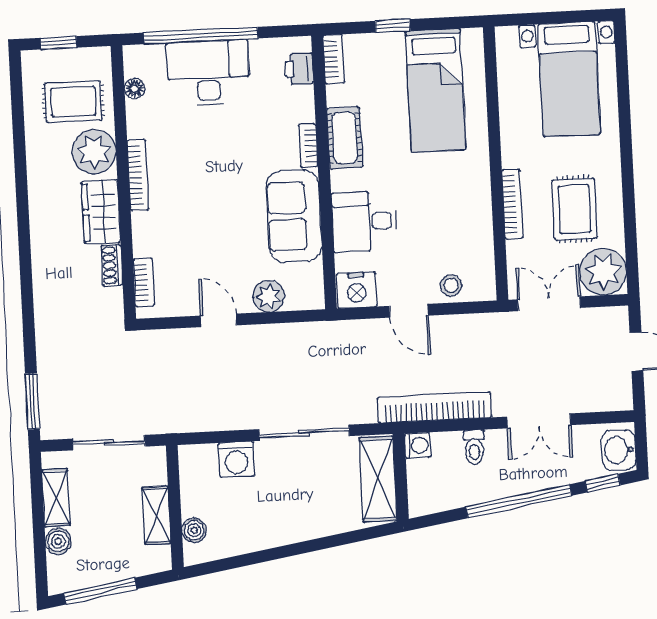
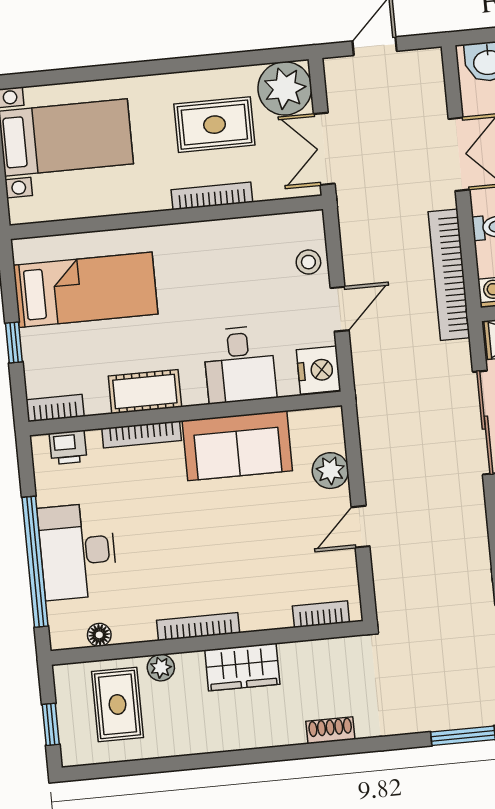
bookcase: (308, 146) -> (142, 434), width x1.56
plant: (94, 152) -> (161, 668), width x0.53, depth x0.53
shoe rack: (112, 265) -> (330, 730), moved, turned 180

